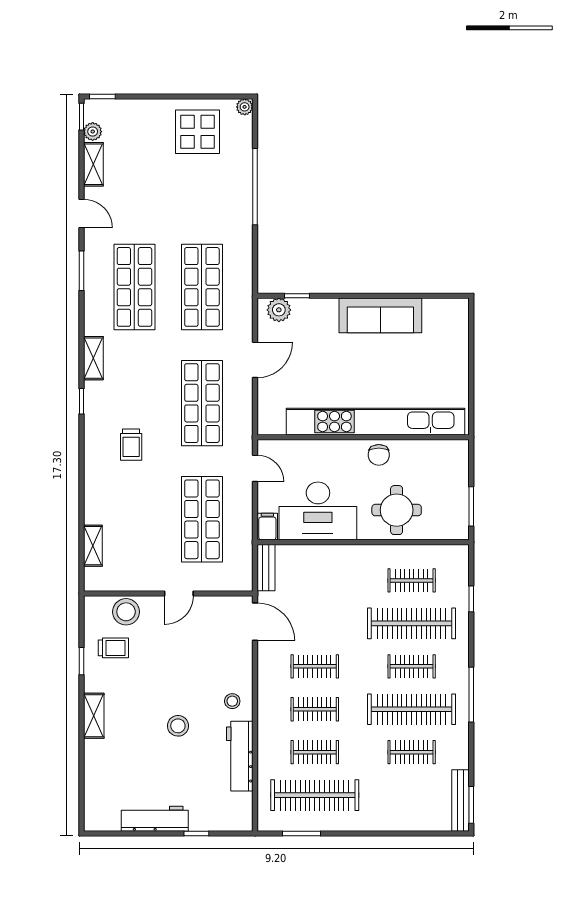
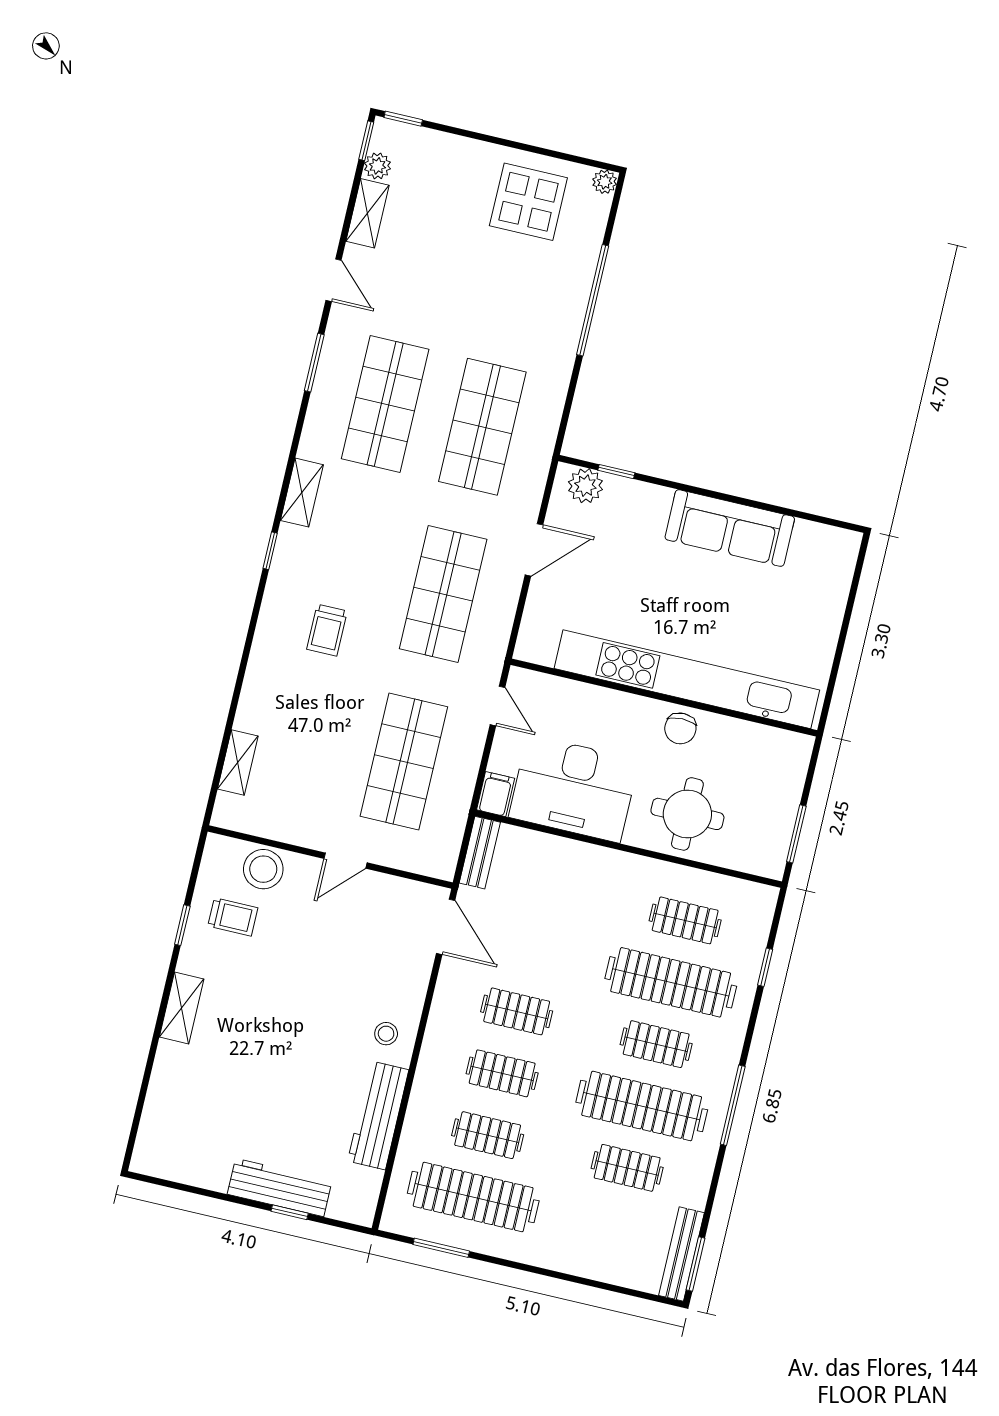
stool: (178, 726) -> (299, 1051), removed
workbench: (155, 819) -> (280, 1188), moved

